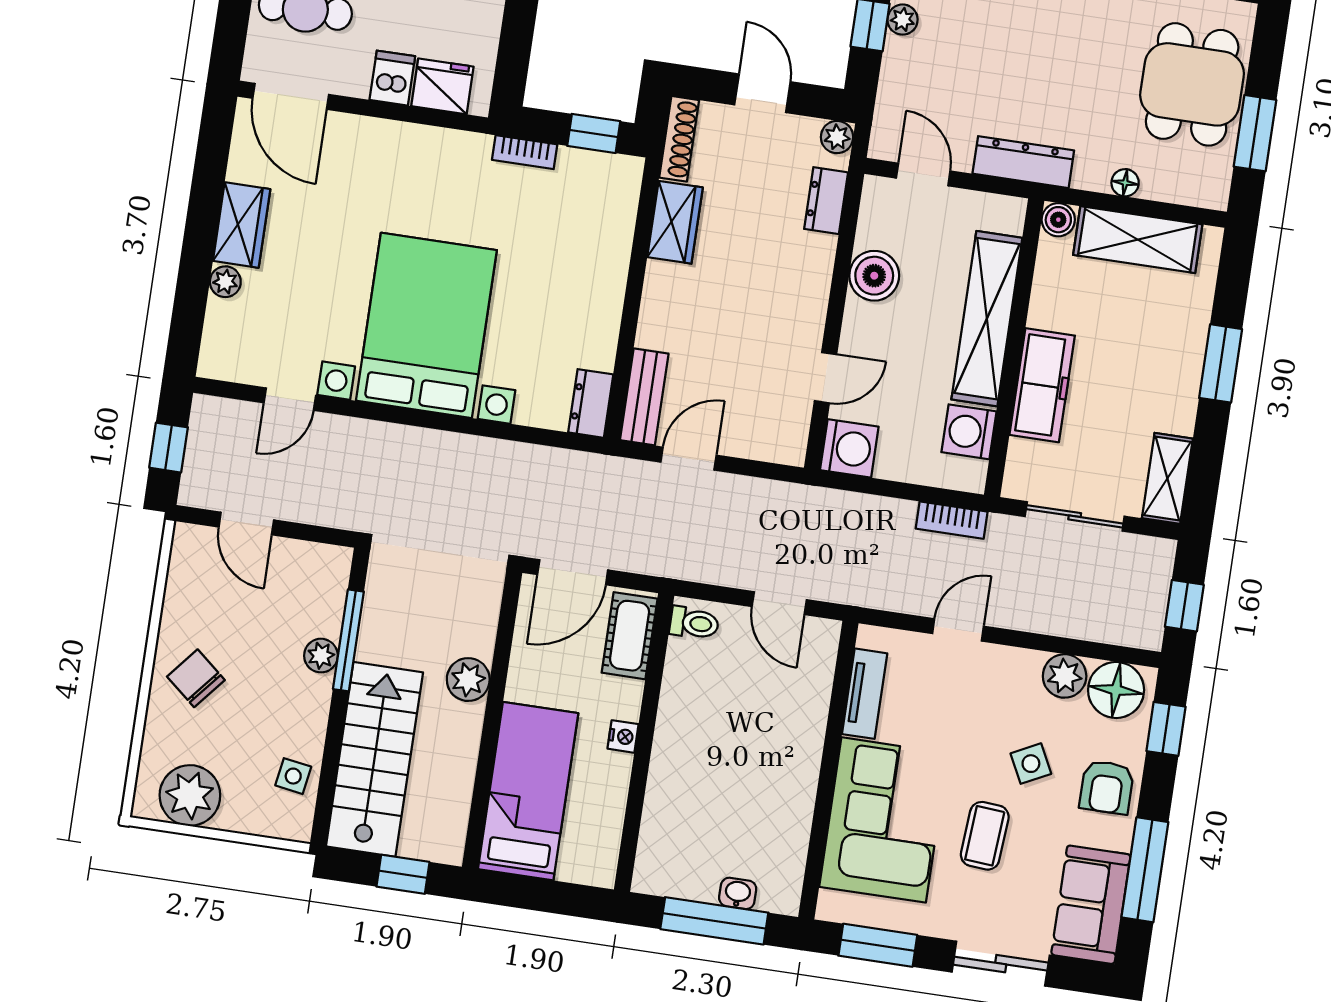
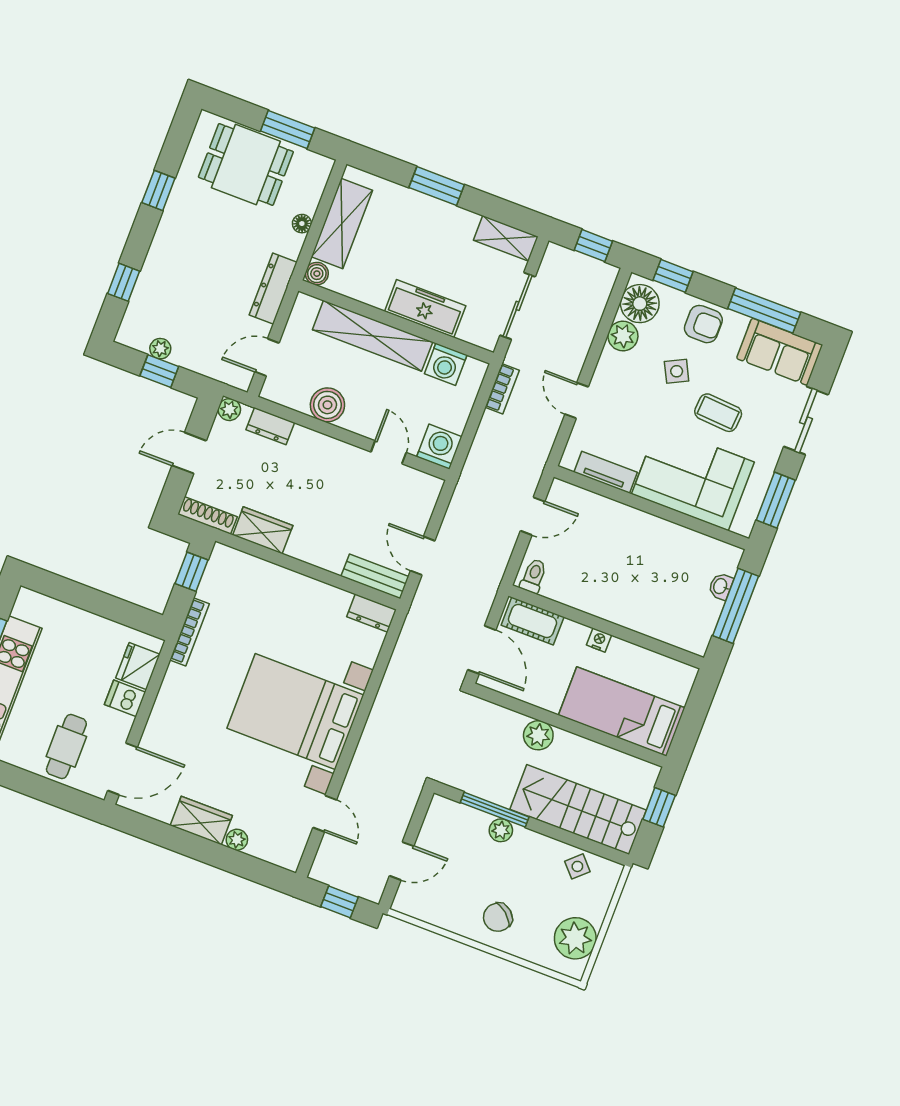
bookcase: (525, 152) -> (190, 632), width x1.56
side table: (293, 776) -> (577, 866), turned 38

